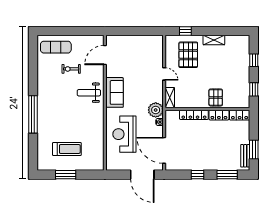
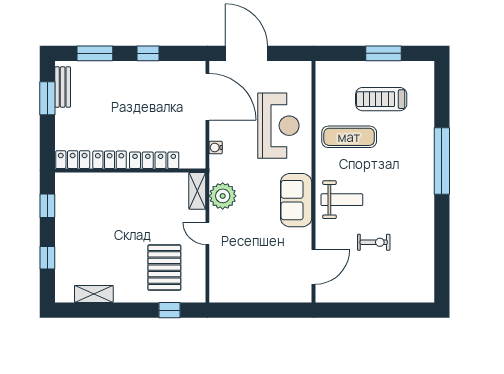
shelving: (214, 40) -> (94, 294), moved
exercise mat: (56, 47) -> (349, 137), moved
pallet: (216, 97) -> (115, 191), removed
plant: (156, 110) -> (223, 196), moved

